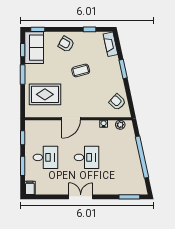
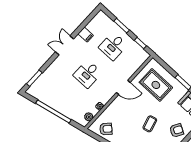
rug: (45, 94) -> (156, 85), turned 90
door: (71, 119) -> (123, 87), swing flipped
filing cabinet: (30, 188) -> (86, 35), moved
double door: (81, 197) -> (65, 45), swing flipped

